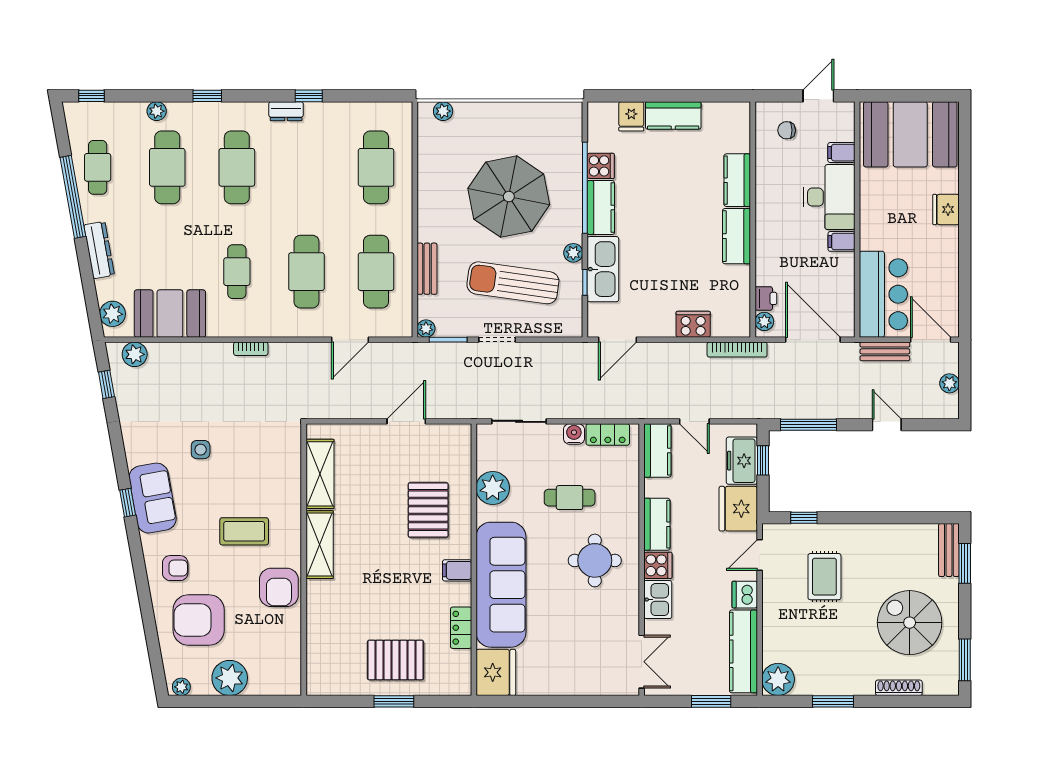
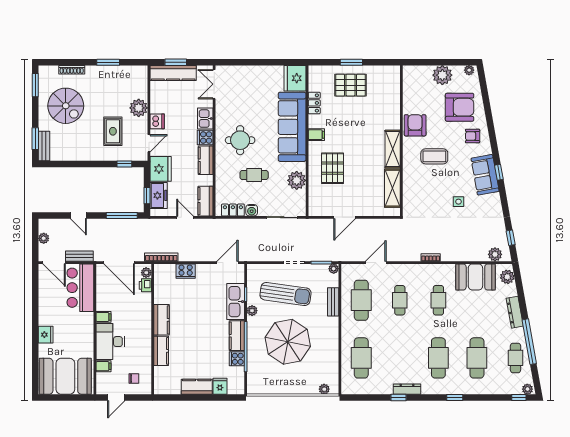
plant: (157, 111) -> (527, 389), moved
dresser: (286, 111) -> (407, 389), width x1.44
cafe table: (306, 272) -> (400, 300), width x0.73, depth x0.74
kitchen counter: (743, 651) -> (173, 73), moved, turned 90
plant: (778, 679) -> (139, 108), moved

